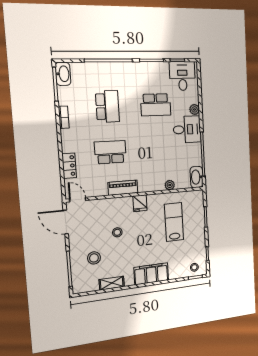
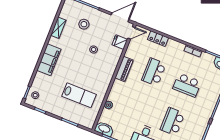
school desk: (110, 152) -> (154, 72), turned 180
fridge: (140, 203) -> (120, 42), moved

